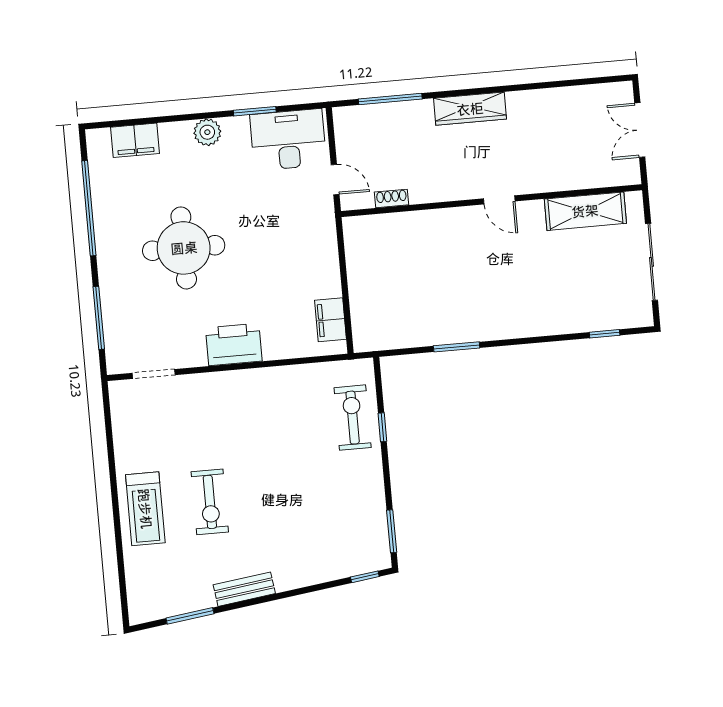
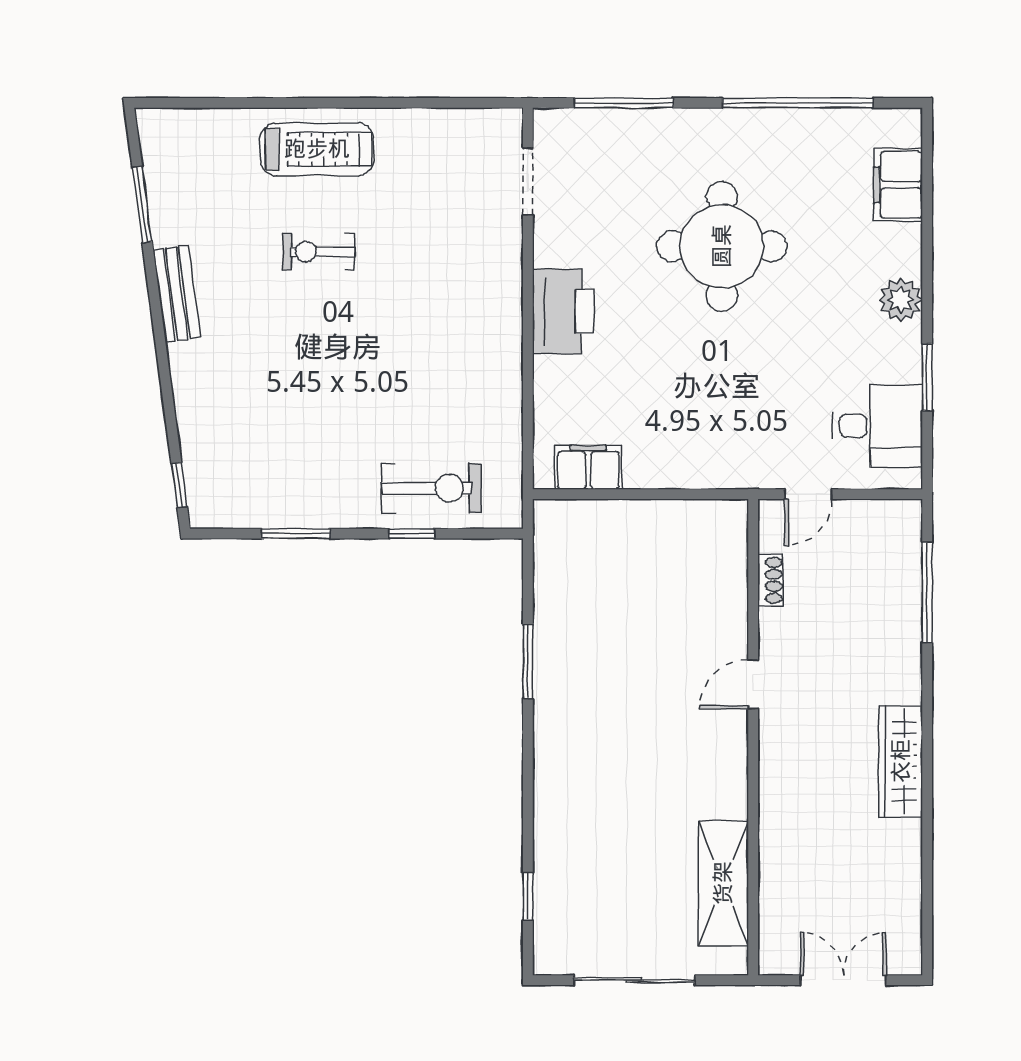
wardrobe: (470, 109) -> (901, 761), moved
desk: (288, 140) -> (877, 426), width x0.73
door: (499, 200) -> (753, 684), moved
exercise bike: (210, 502) -> (319, 252), width x0.73, depth x0.72
treadmill: (145, 509) -> (317, 149), turned 180
window: (392, 531) -> (296, 534), moved

